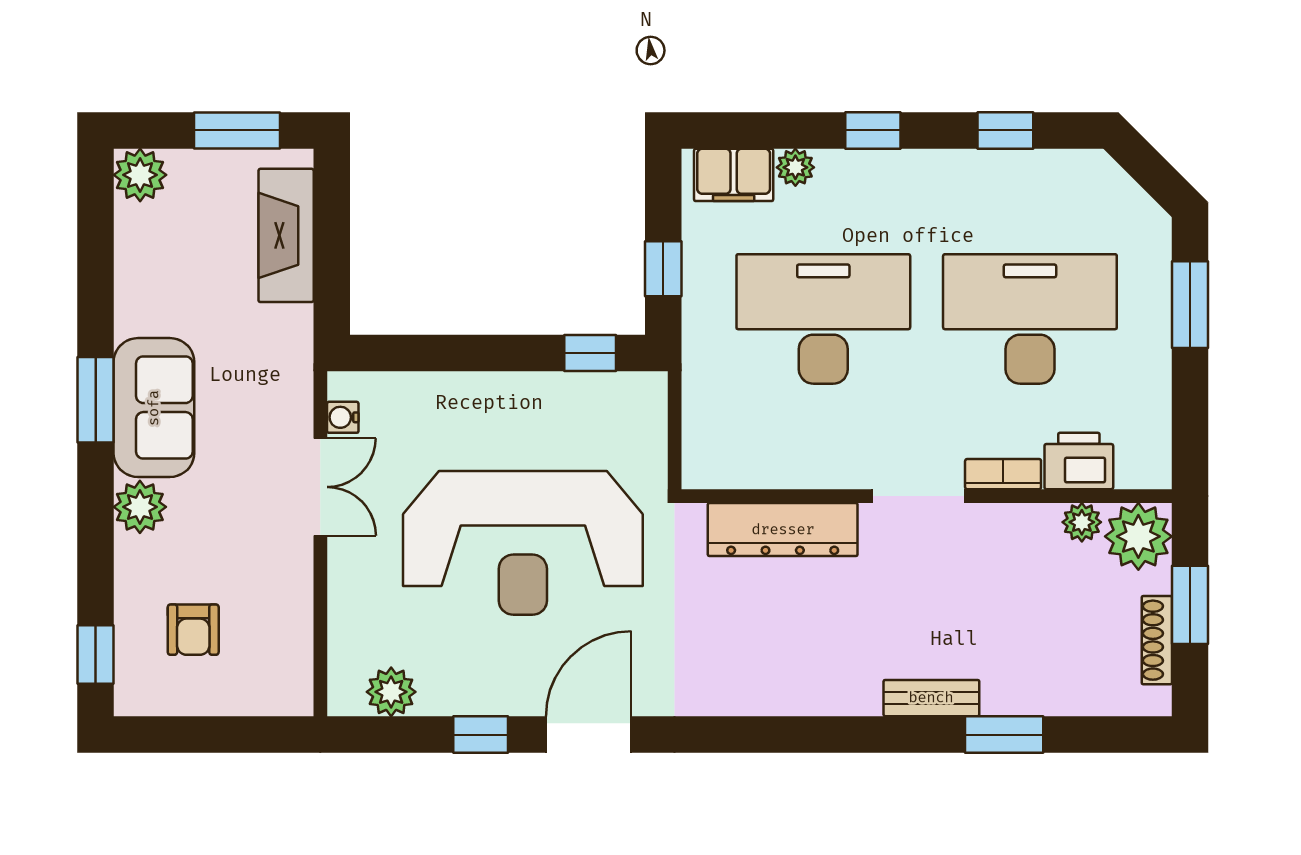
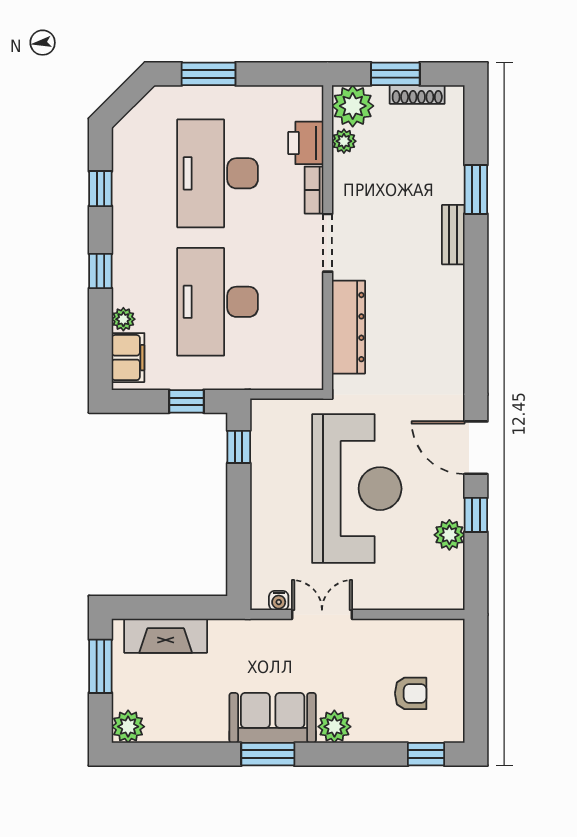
plant: (391, 692) -> (449, 535), moved

